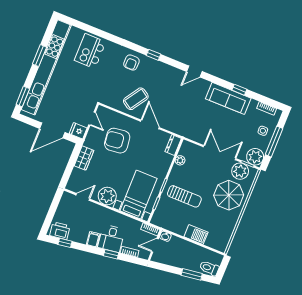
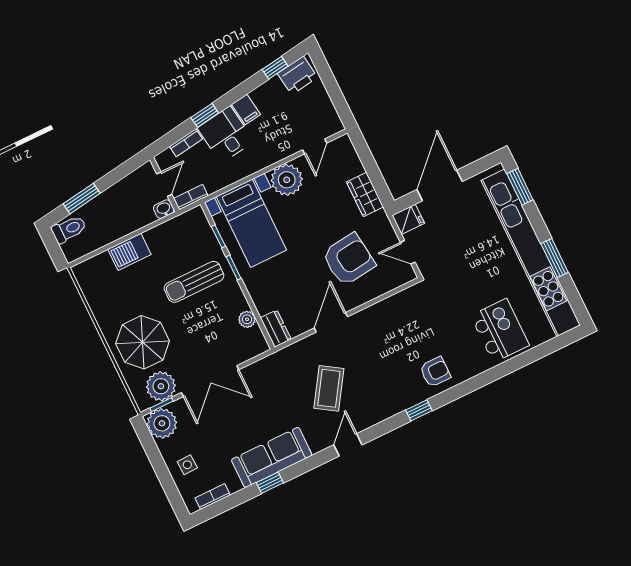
armchair: (131, 63) -> (435, 372), turned 90
coffee table: (136, 99) -> (329, 388), moved
door: (150, 124) -> (331, 322), swing flipped
window: (274, 142) -> (160, 467), removed

